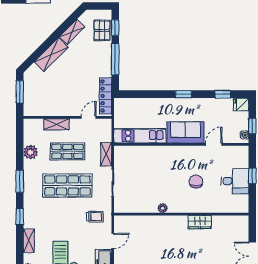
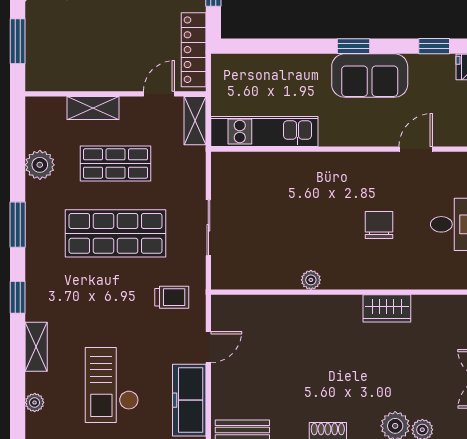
sofa: (186, 132) -> (370, 76), moved, turned 180
shelving: (106, 154) -> (195, 121), moved

